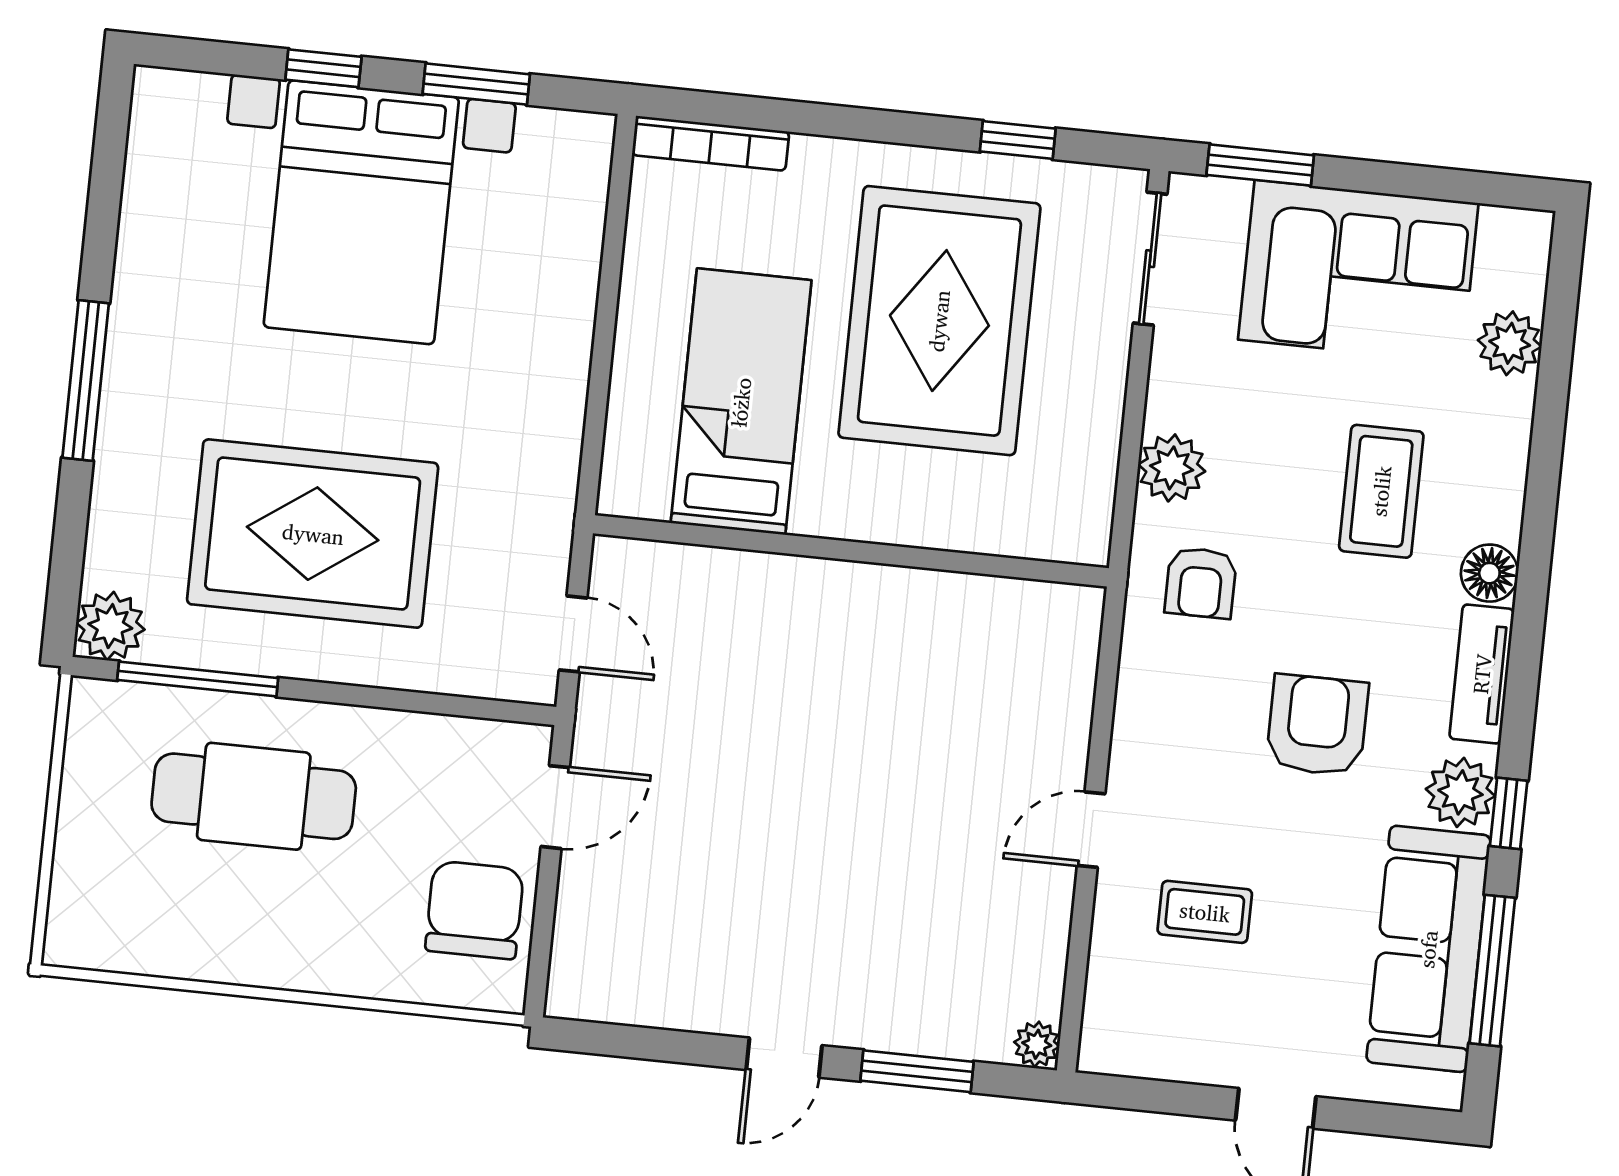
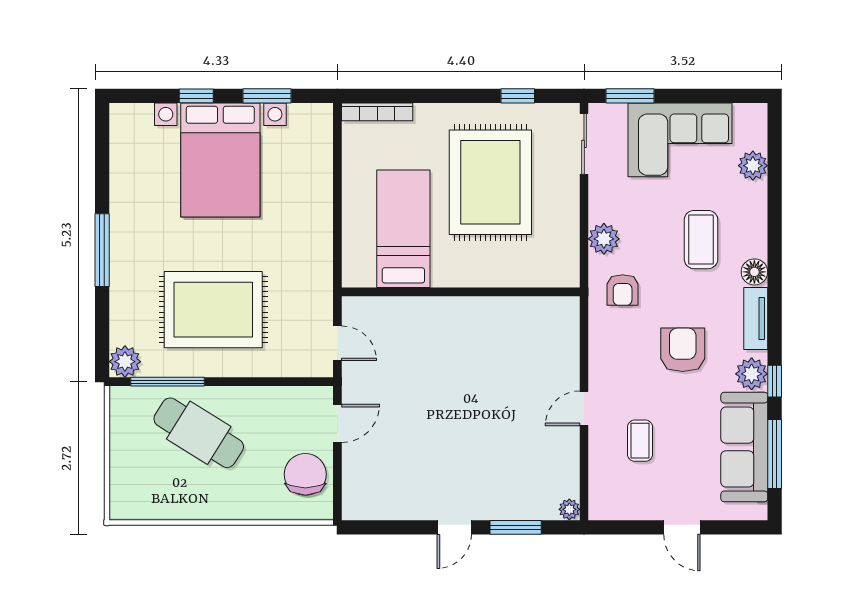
cafe table: (254, 796) -> (199, 433), turned 32
coffee table: (1205, 912) -> (640, 441), turned 90

